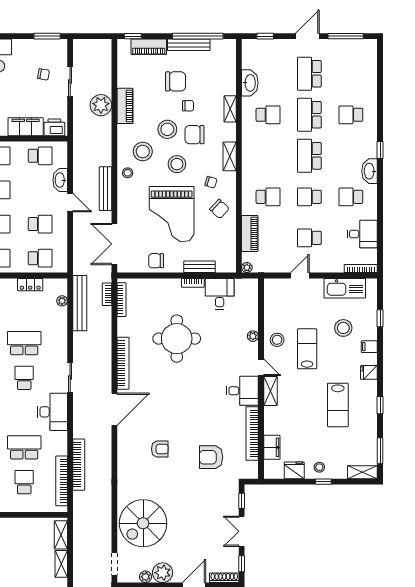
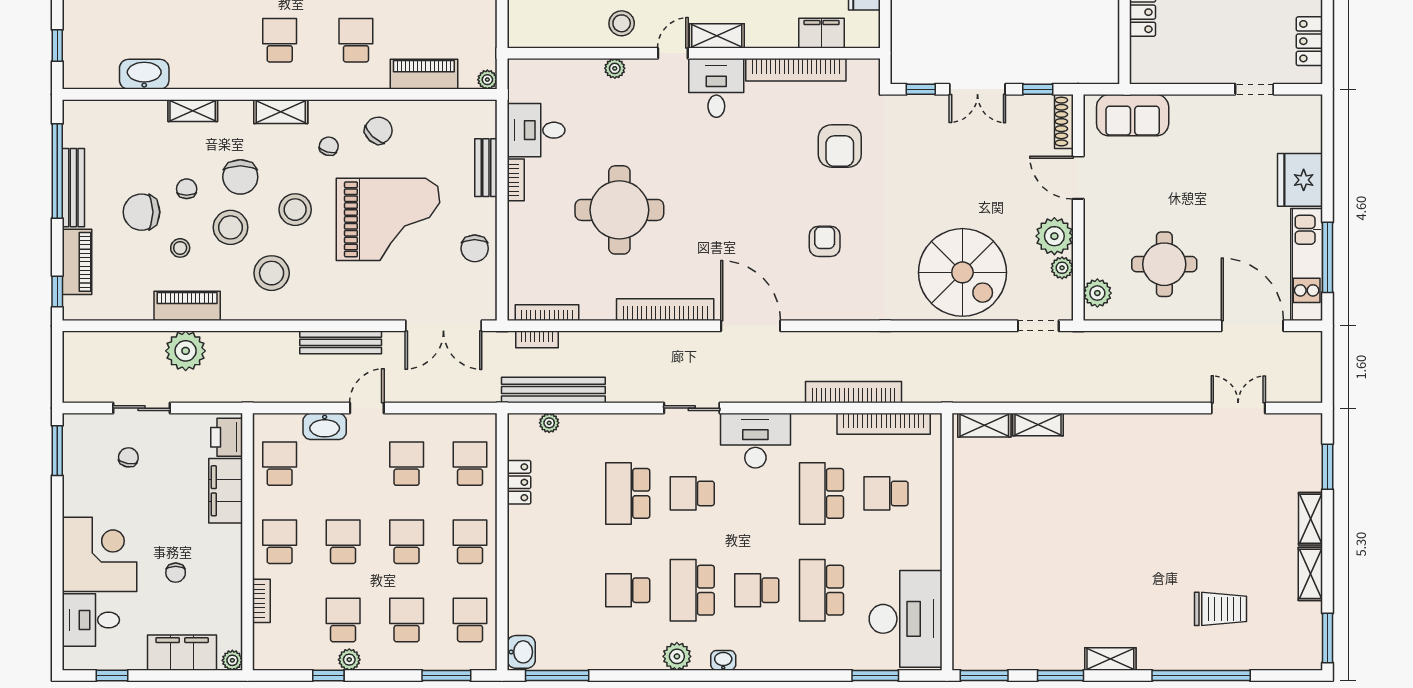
chair: (176, 81) -> (141, 212), turned -90
school desk: (268, 115) -> (280, 40), moved
stool: (128, 173) -> (180, 248), moved

